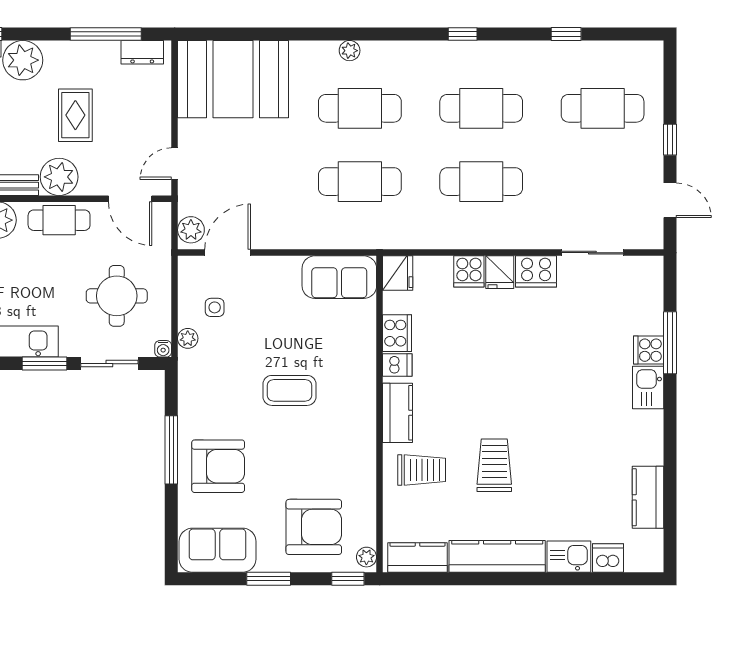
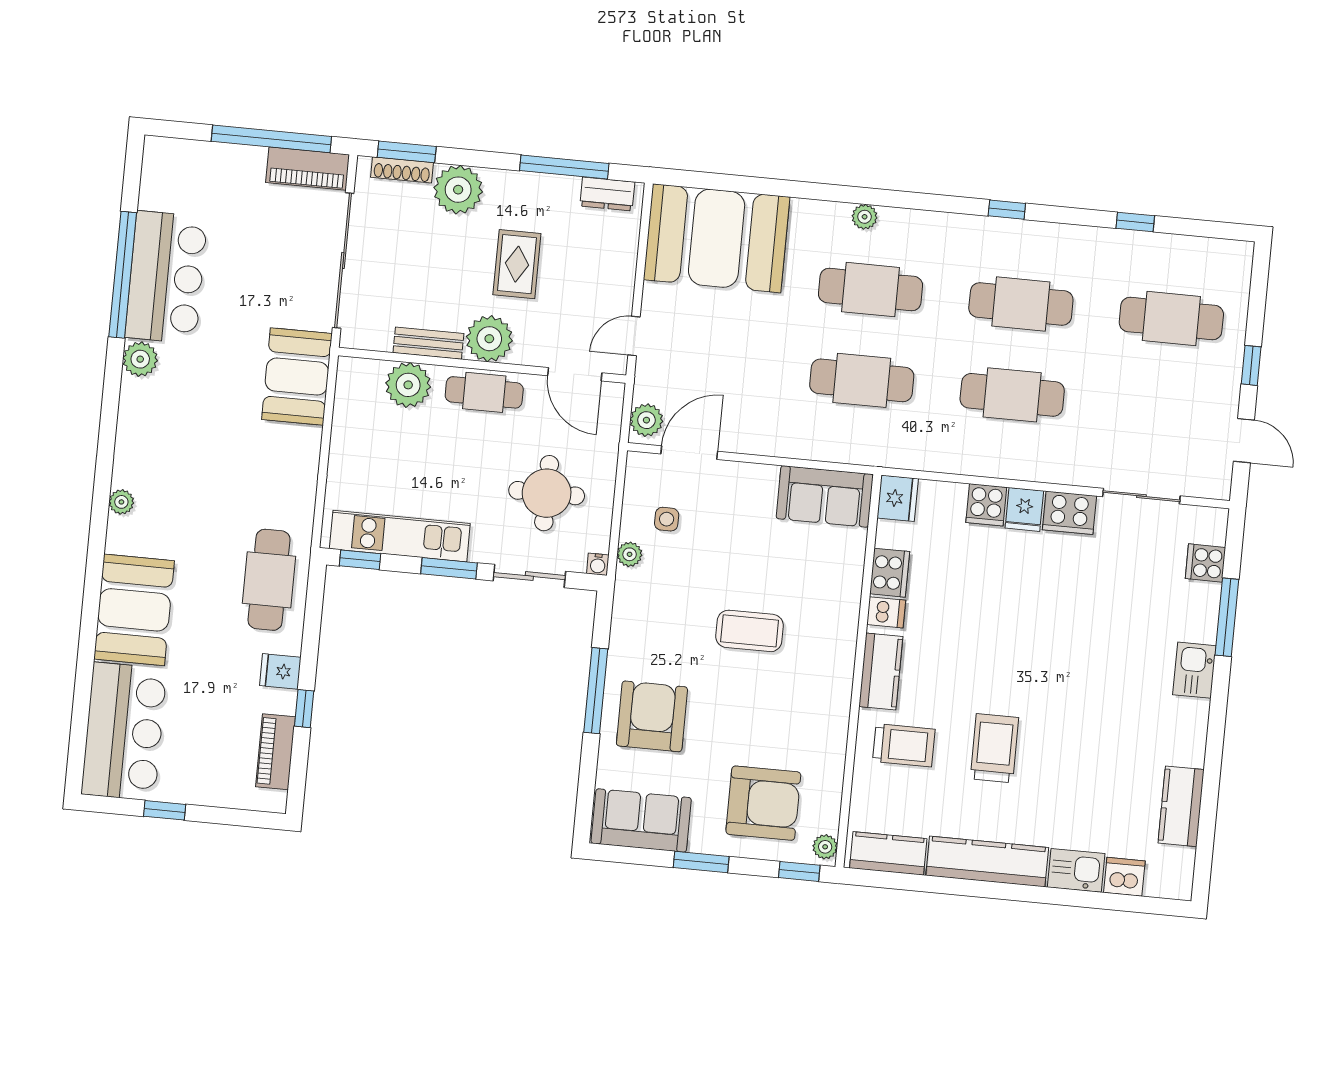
cooker: (649, 350) -> (1205, 563), moved
armchair: (218, 466) -> (652, 716), turned -90

